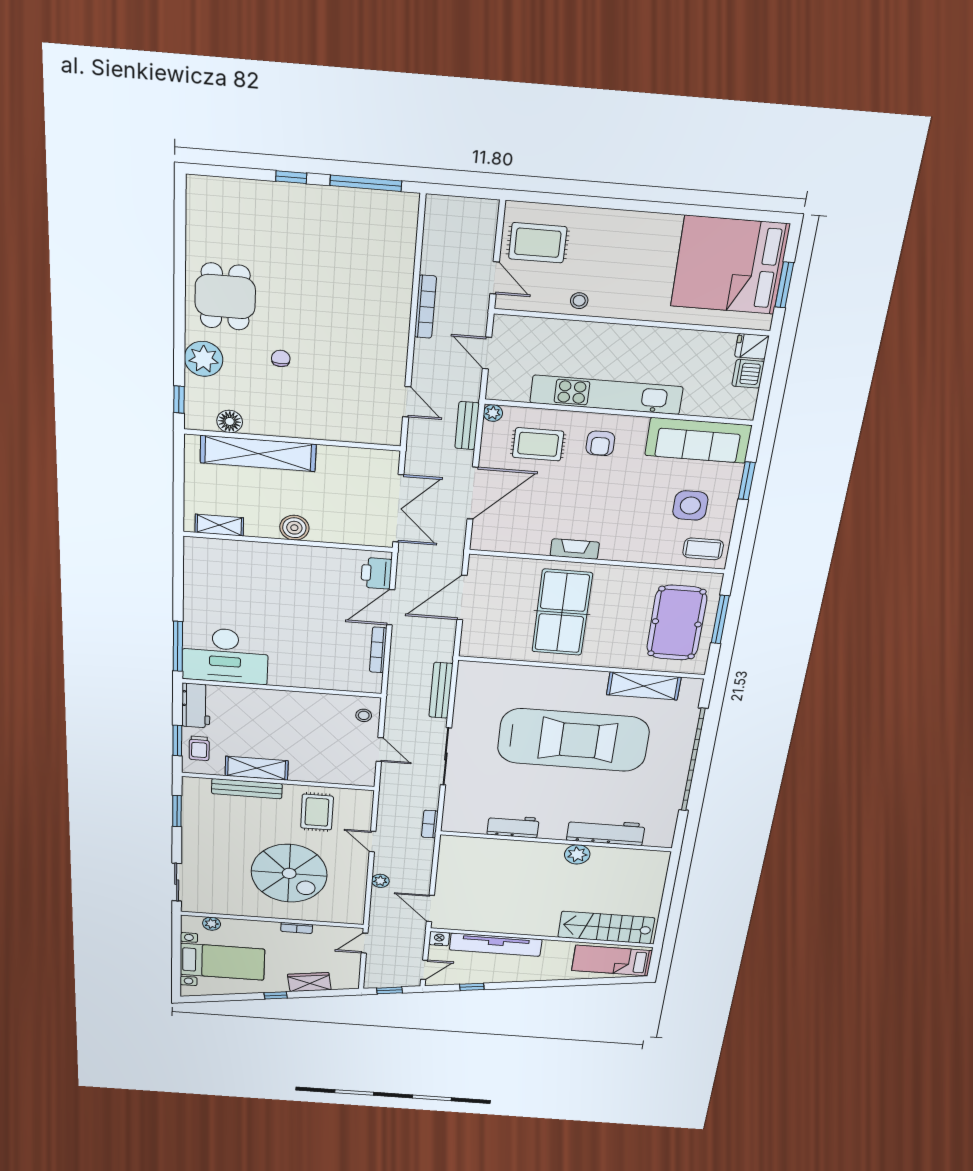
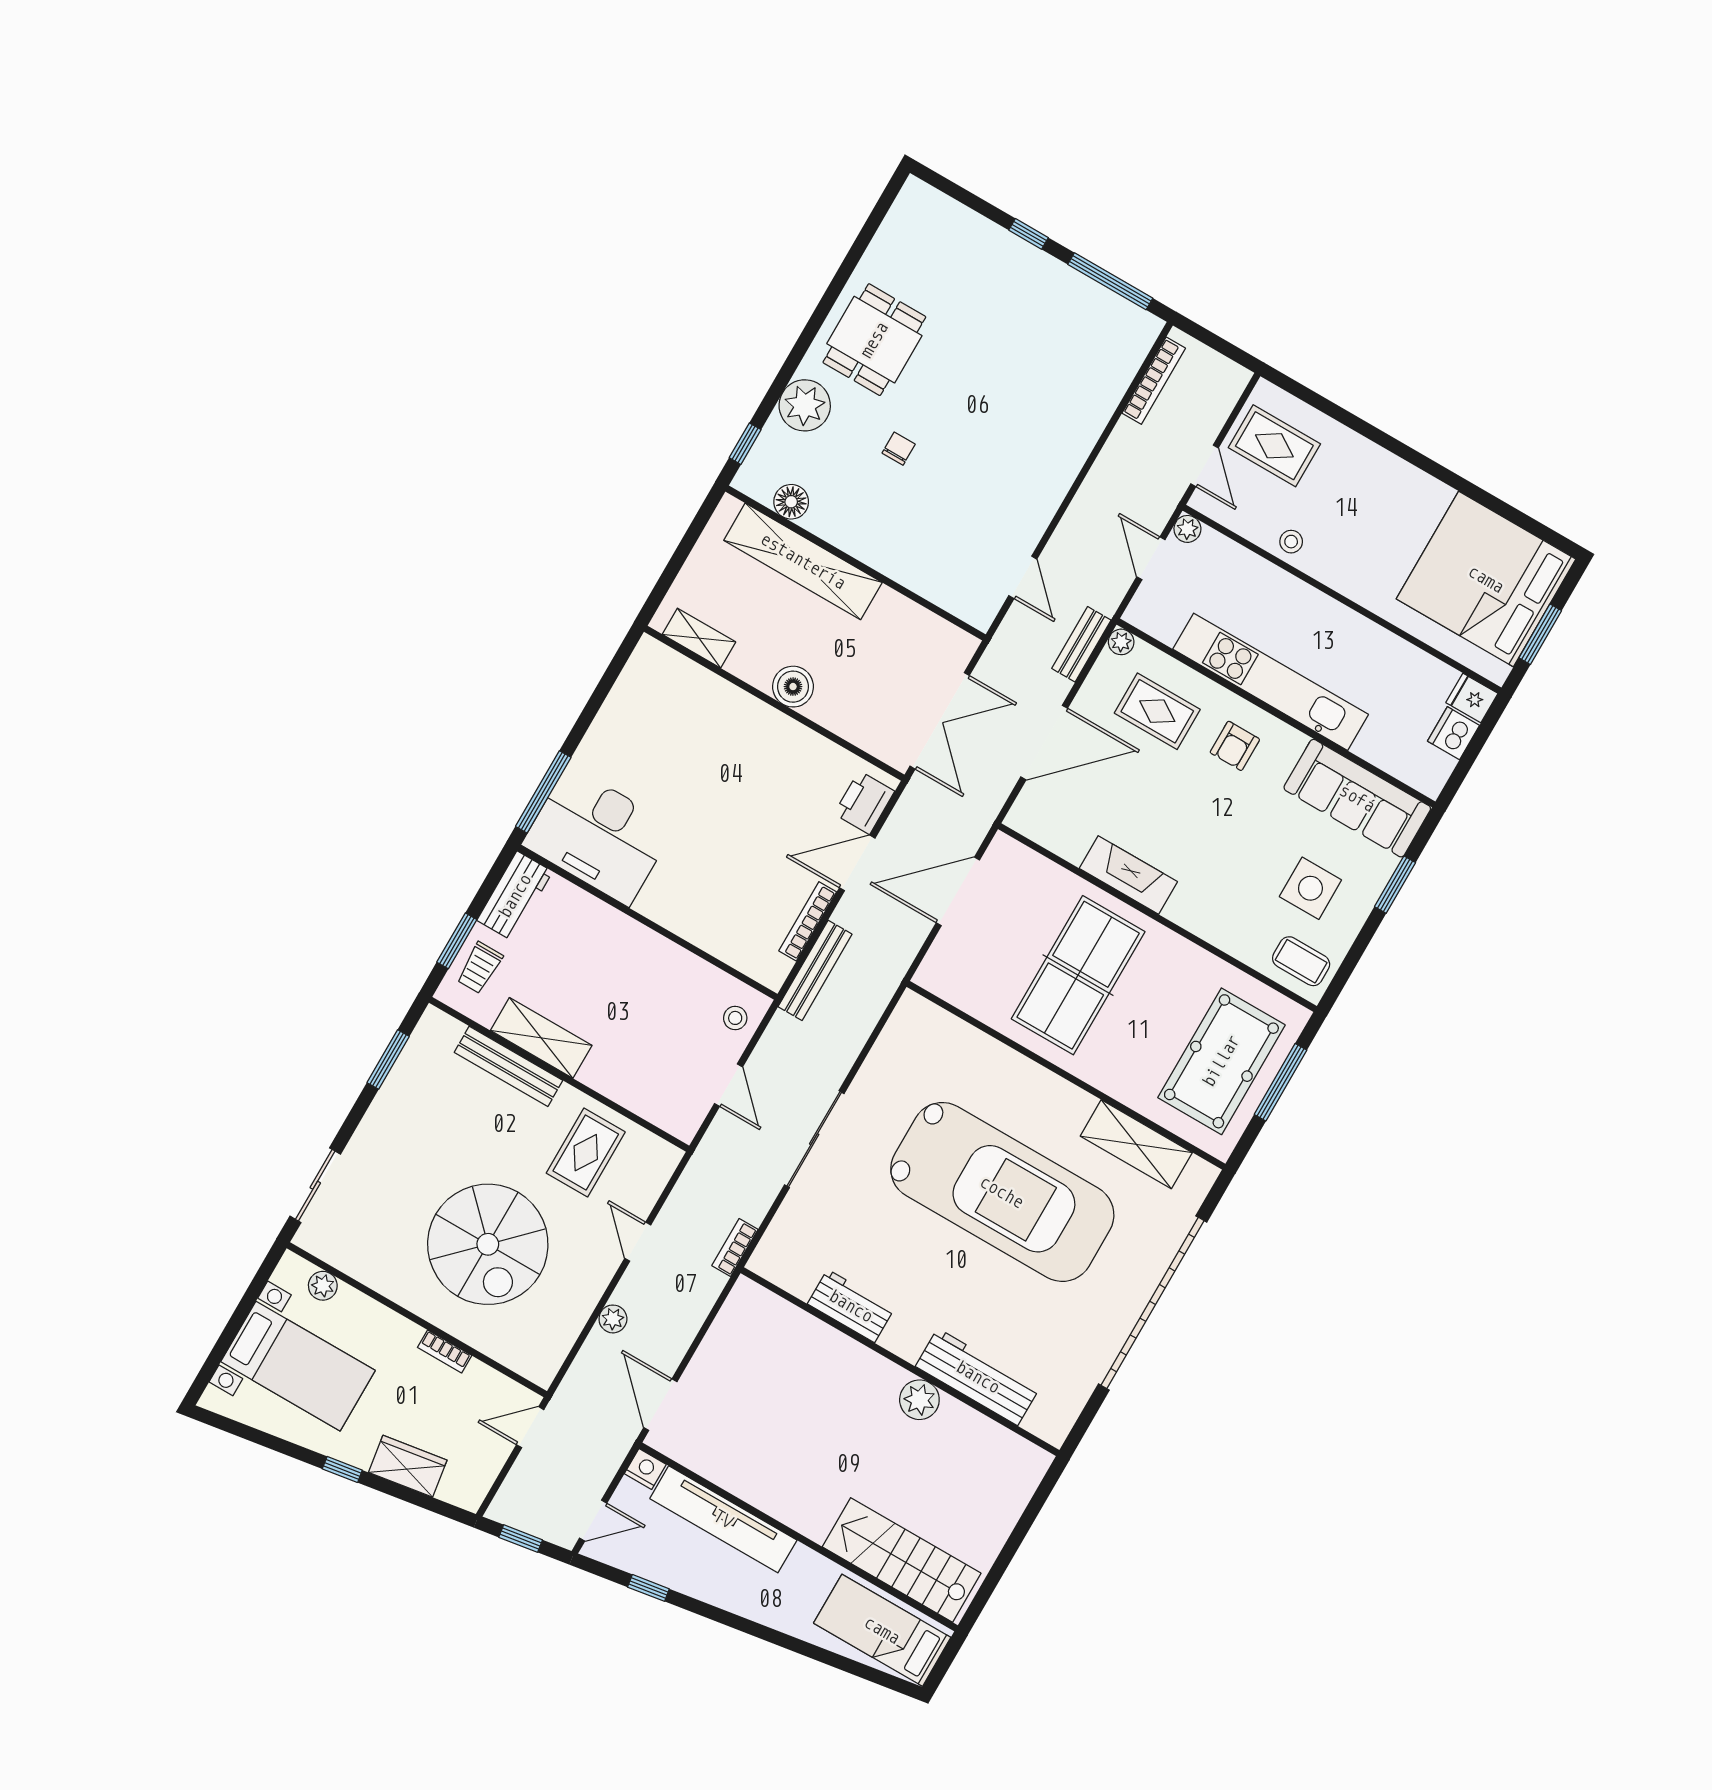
bookcase: (425, 307) -> (1154, 381), moved
plant: (503, 324) -> (1187, 529), added
fireplace: (575, 549) -> (1128, 875), width x1.37, depth x1.32
bench: (441, 690) -> (815, 970), moved

